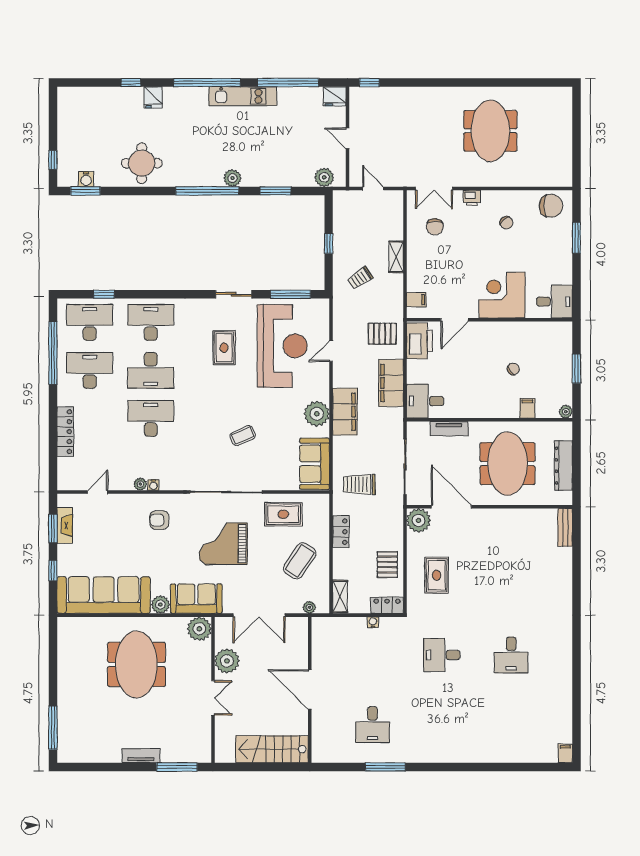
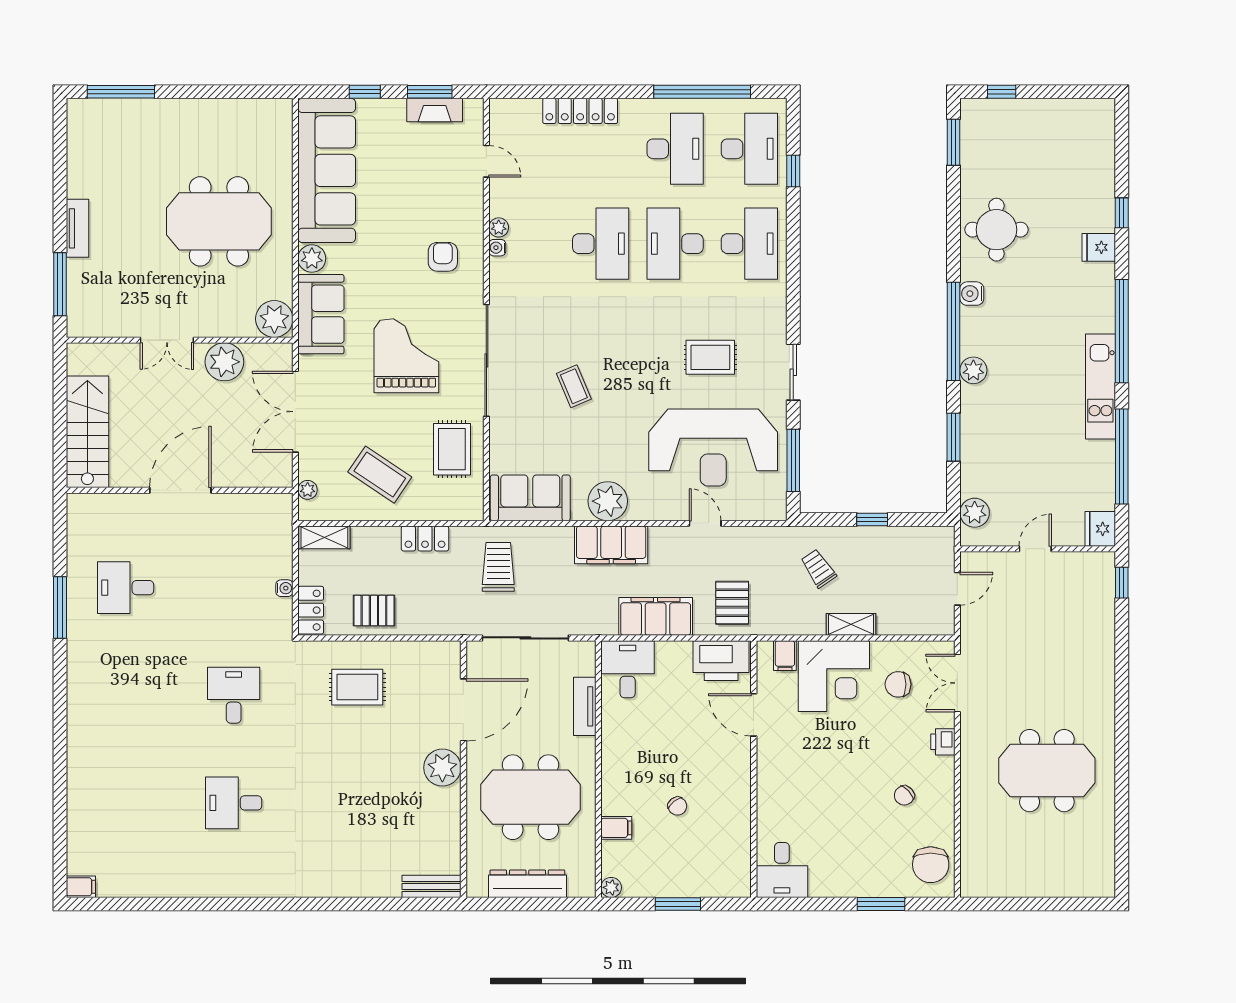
water cooler: (86, 179) -> (972, 294), moved
corner desk: (502, 295) -> (834, 676), moved, turned 90
plant: (419, 520) -> (442, 768), moved

